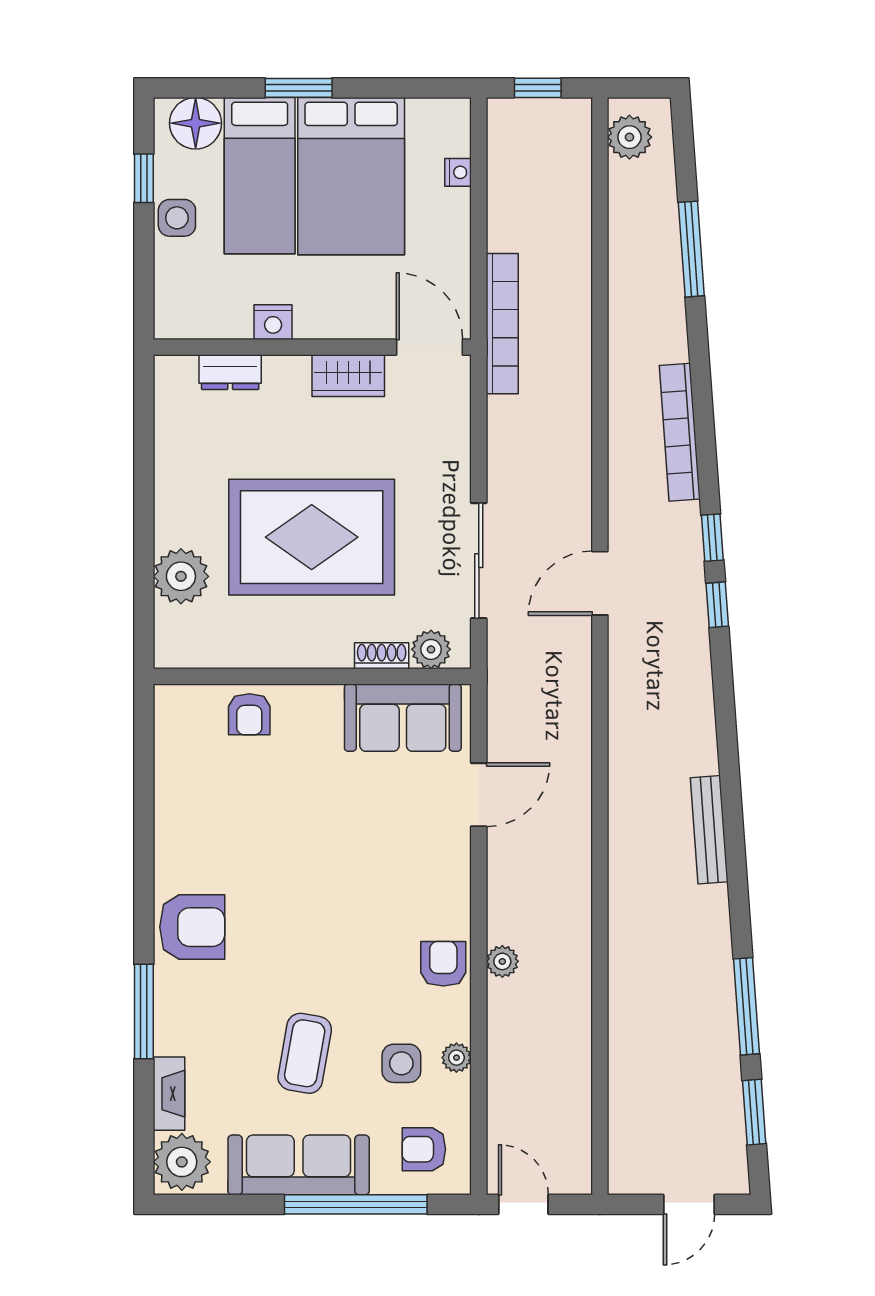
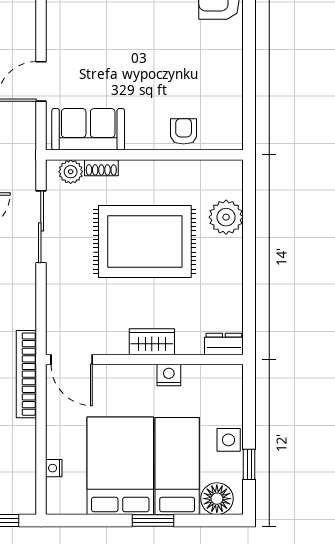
dresser: (230, 372) -> (224, 344), moved
wardrobe: (348, 376) -> (152, 342), moved

